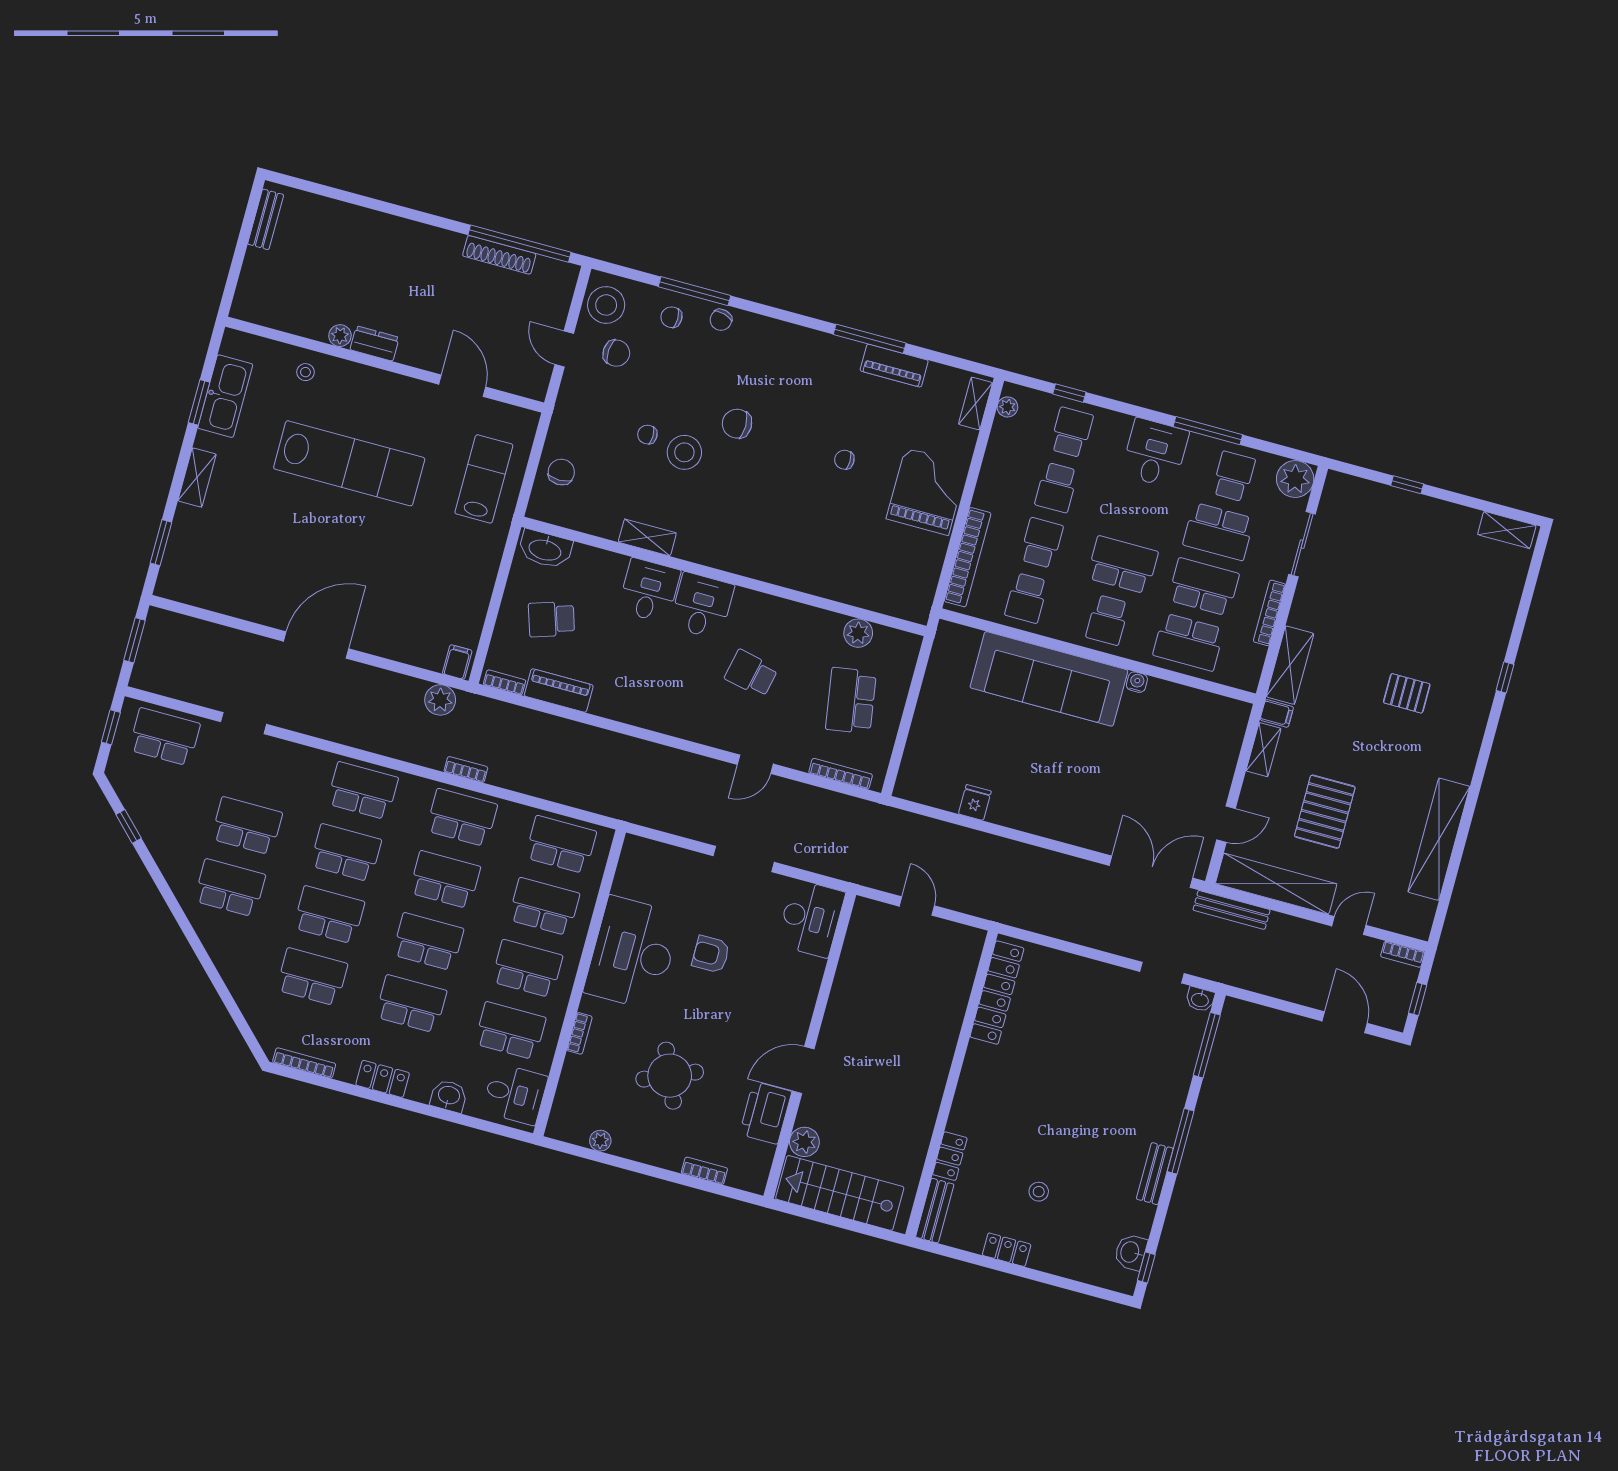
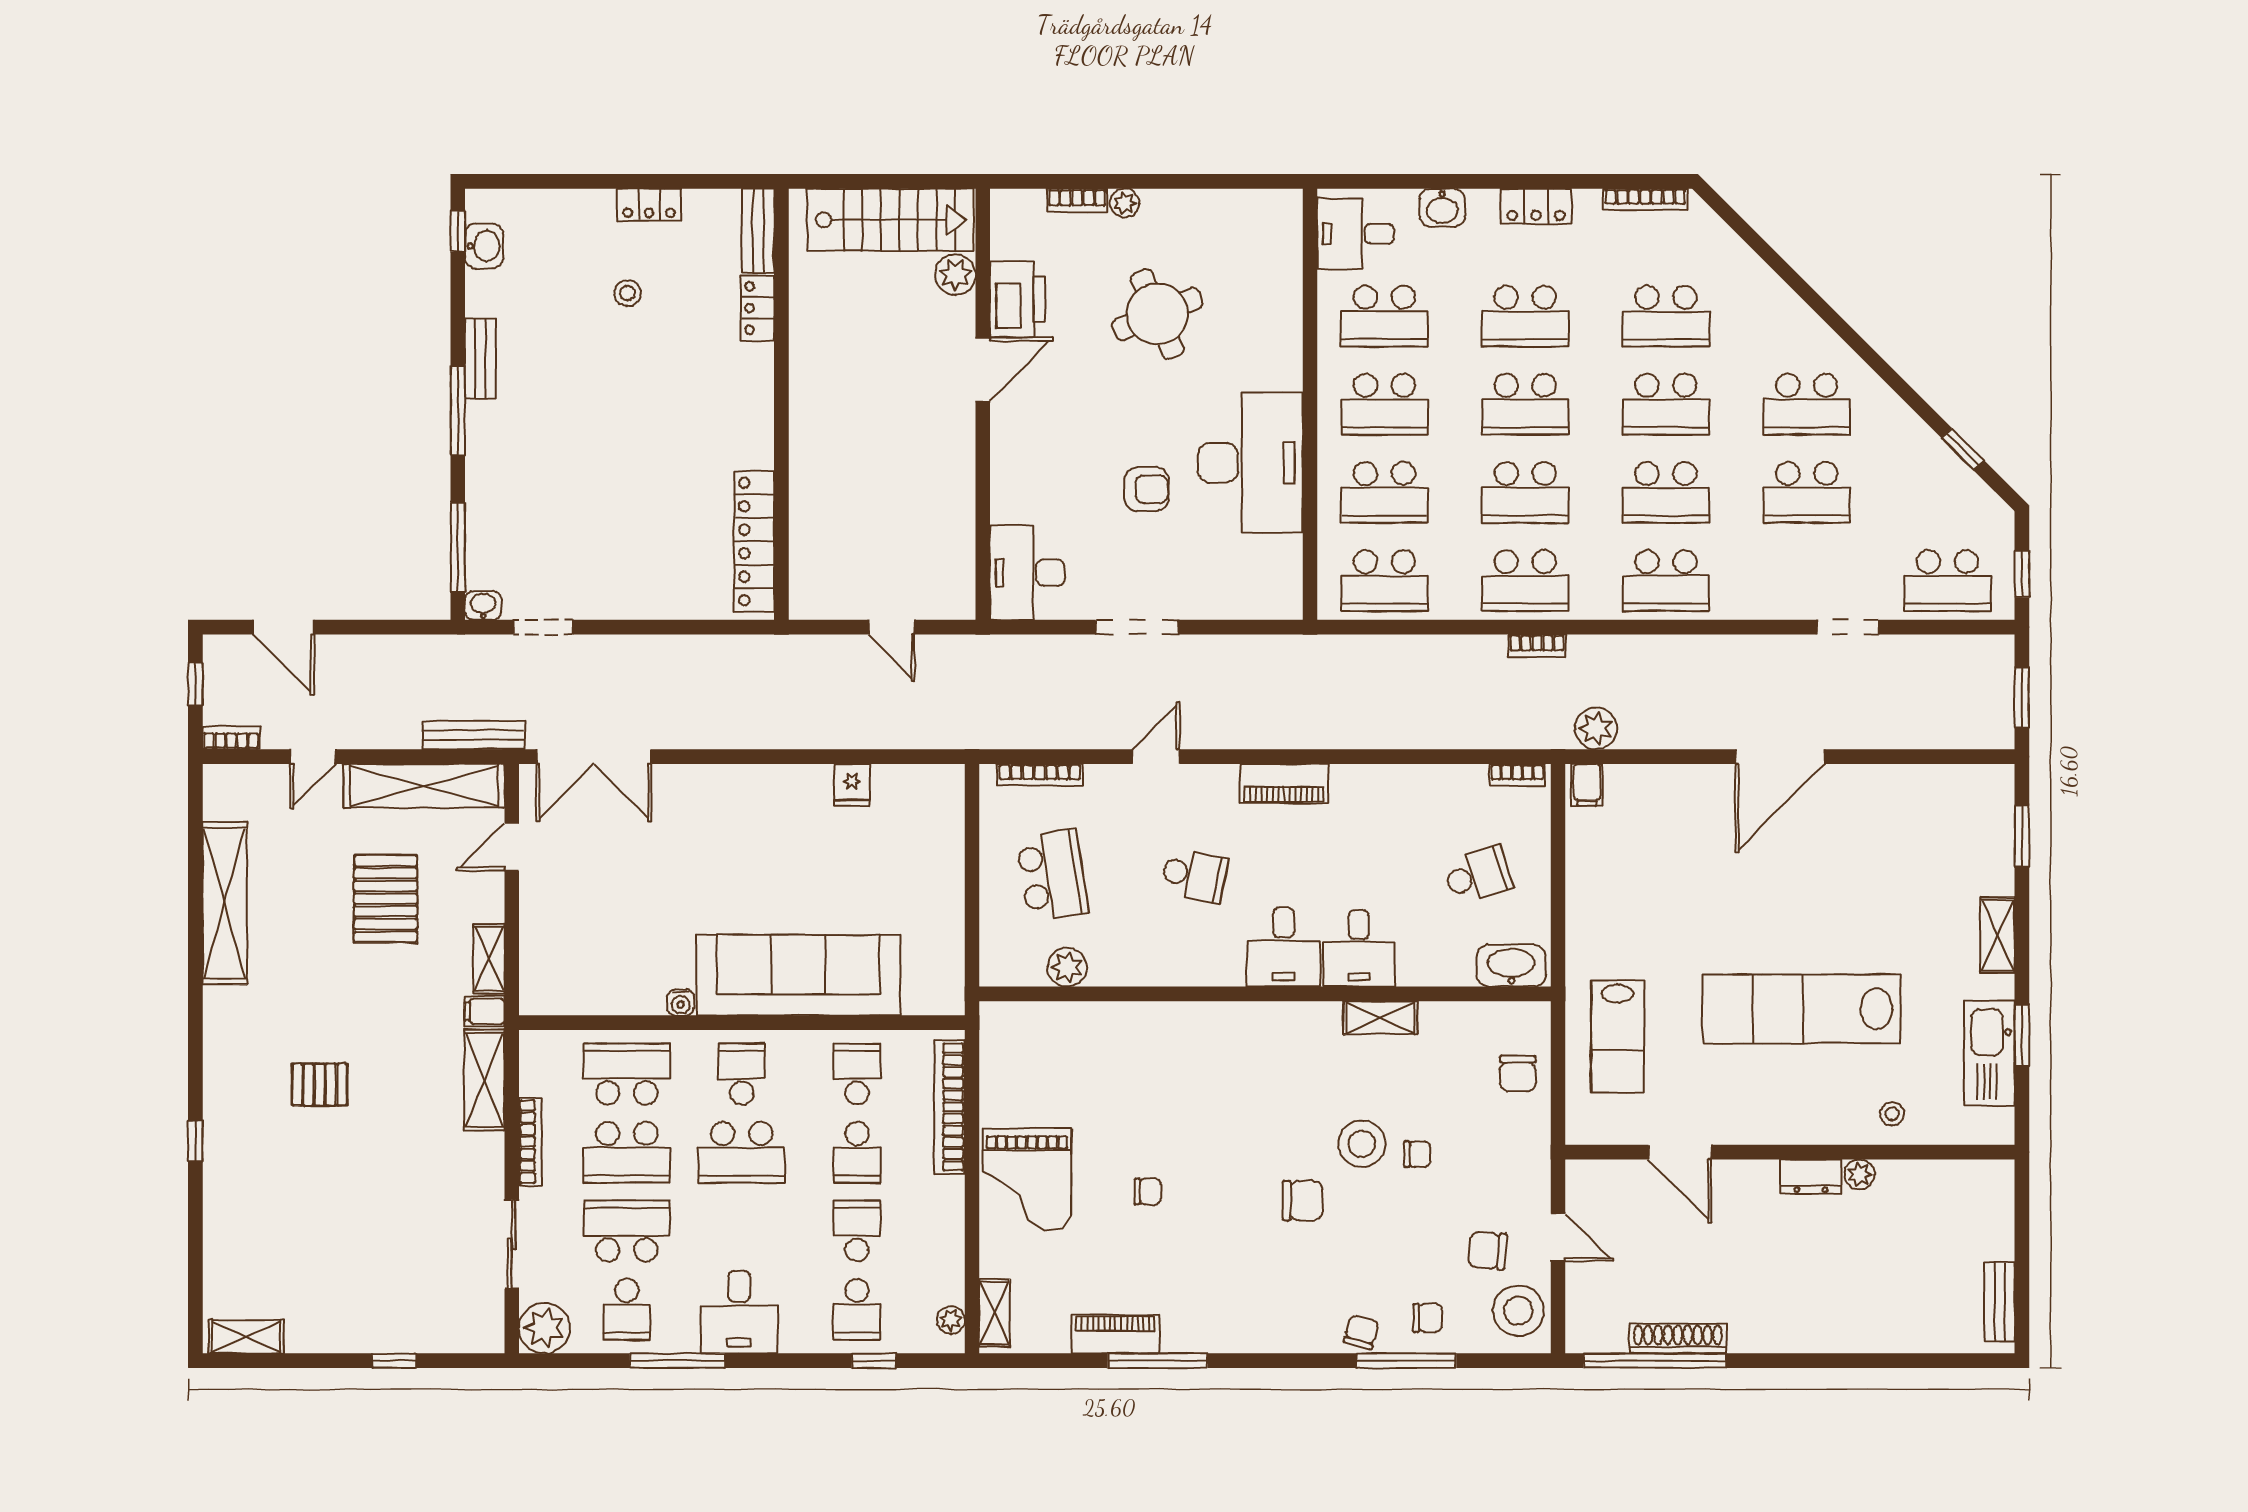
piano: (559, 691) -> (1284, 784), moved
bookcase: (579, 1033) -> (1292, 337), removed
plant: (600, 1141) -> (1125, 203), moved

